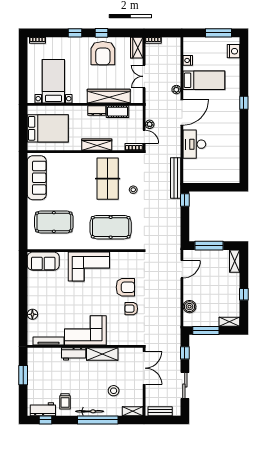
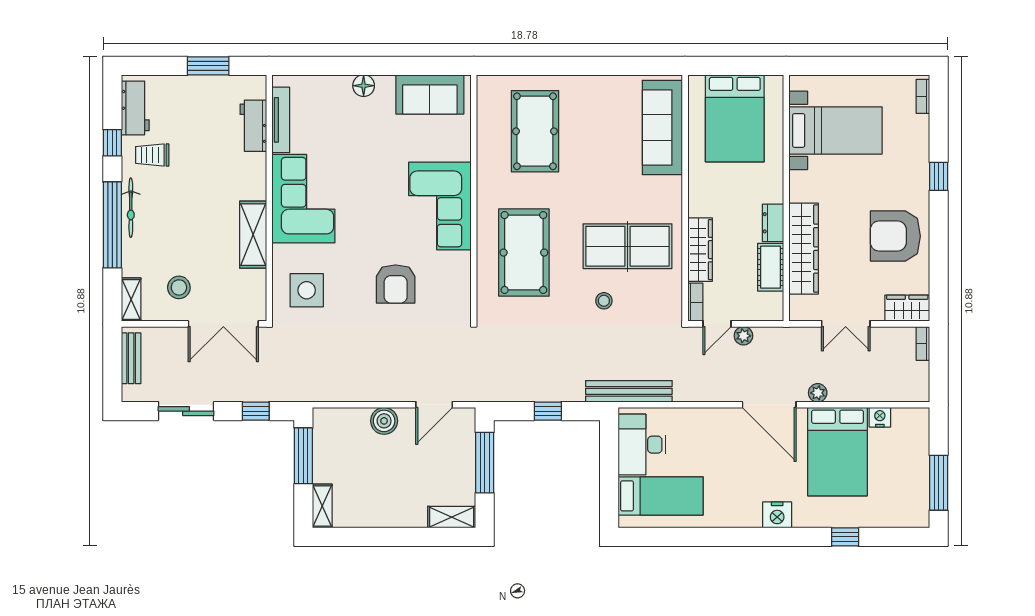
window: (101, 33) -> (939, 233), removed
nightstand: (234, 51) -> (777, 515), moved
double door: (144, 76) -> (846, 324), swing flipped
bed: (204, 80) -> (838, 452), width x1.50
window: (244, 103) -> (845, 537), moved
desk: (194, 144) -> (642, 445), moved, turned -90
wardrobe: (97, 145) -> (700, 250), moved
bed: (225, 163) -> (661, 496), added
sofa: (37, 178) -> (662, 128), moved, turned 90
window: (185, 200) -> (548, 411), moved
sofa: (43, 261) -> (430, 94), moved, turned -90
door: (182, 269) -> (434, 405), hinge flipped
window: (244, 294) -> (381, 537), removed
boiler: (190, 307) -> (384, 421), moved
armchair: (131, 309) -> (350, 296), removed
floor lamp: (32, 314) -> (364, 86), moved
side table: (128, 329) -> (307, 290), added
workbench: (74, 354) -> (253, 126), moved
stool: (114, 391) -> (179, 287), moved
window: (45, 420) -> (112, 143), moved

